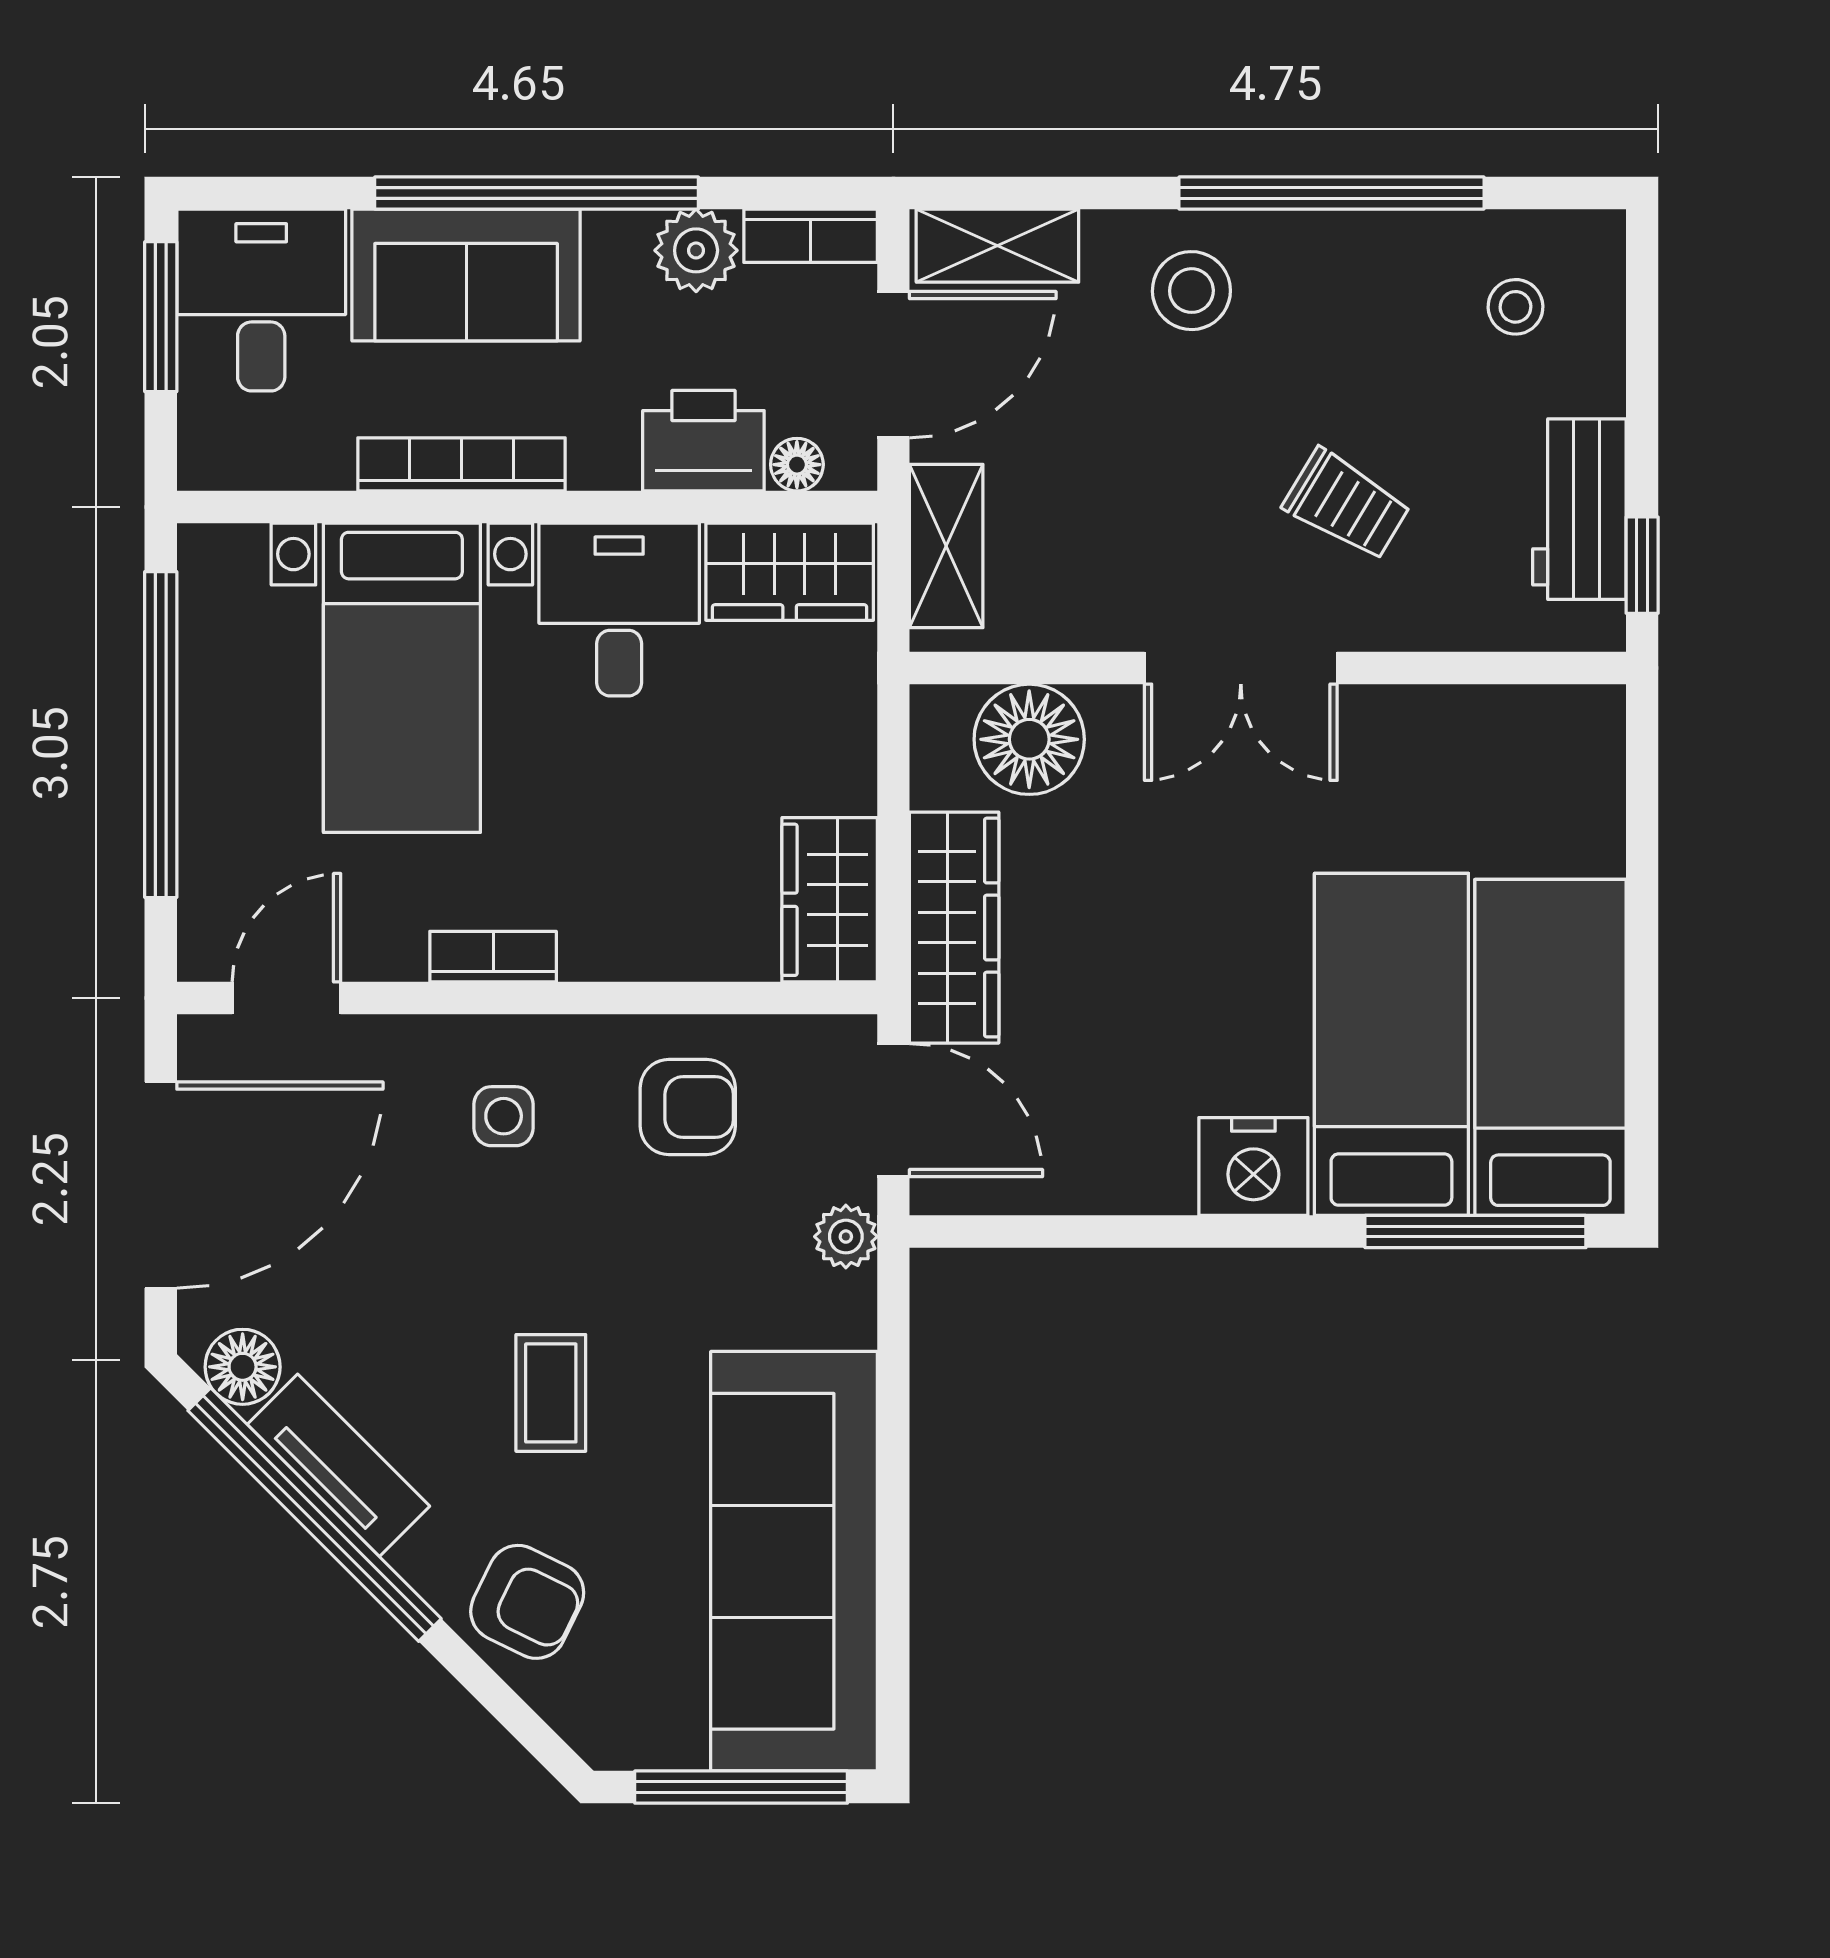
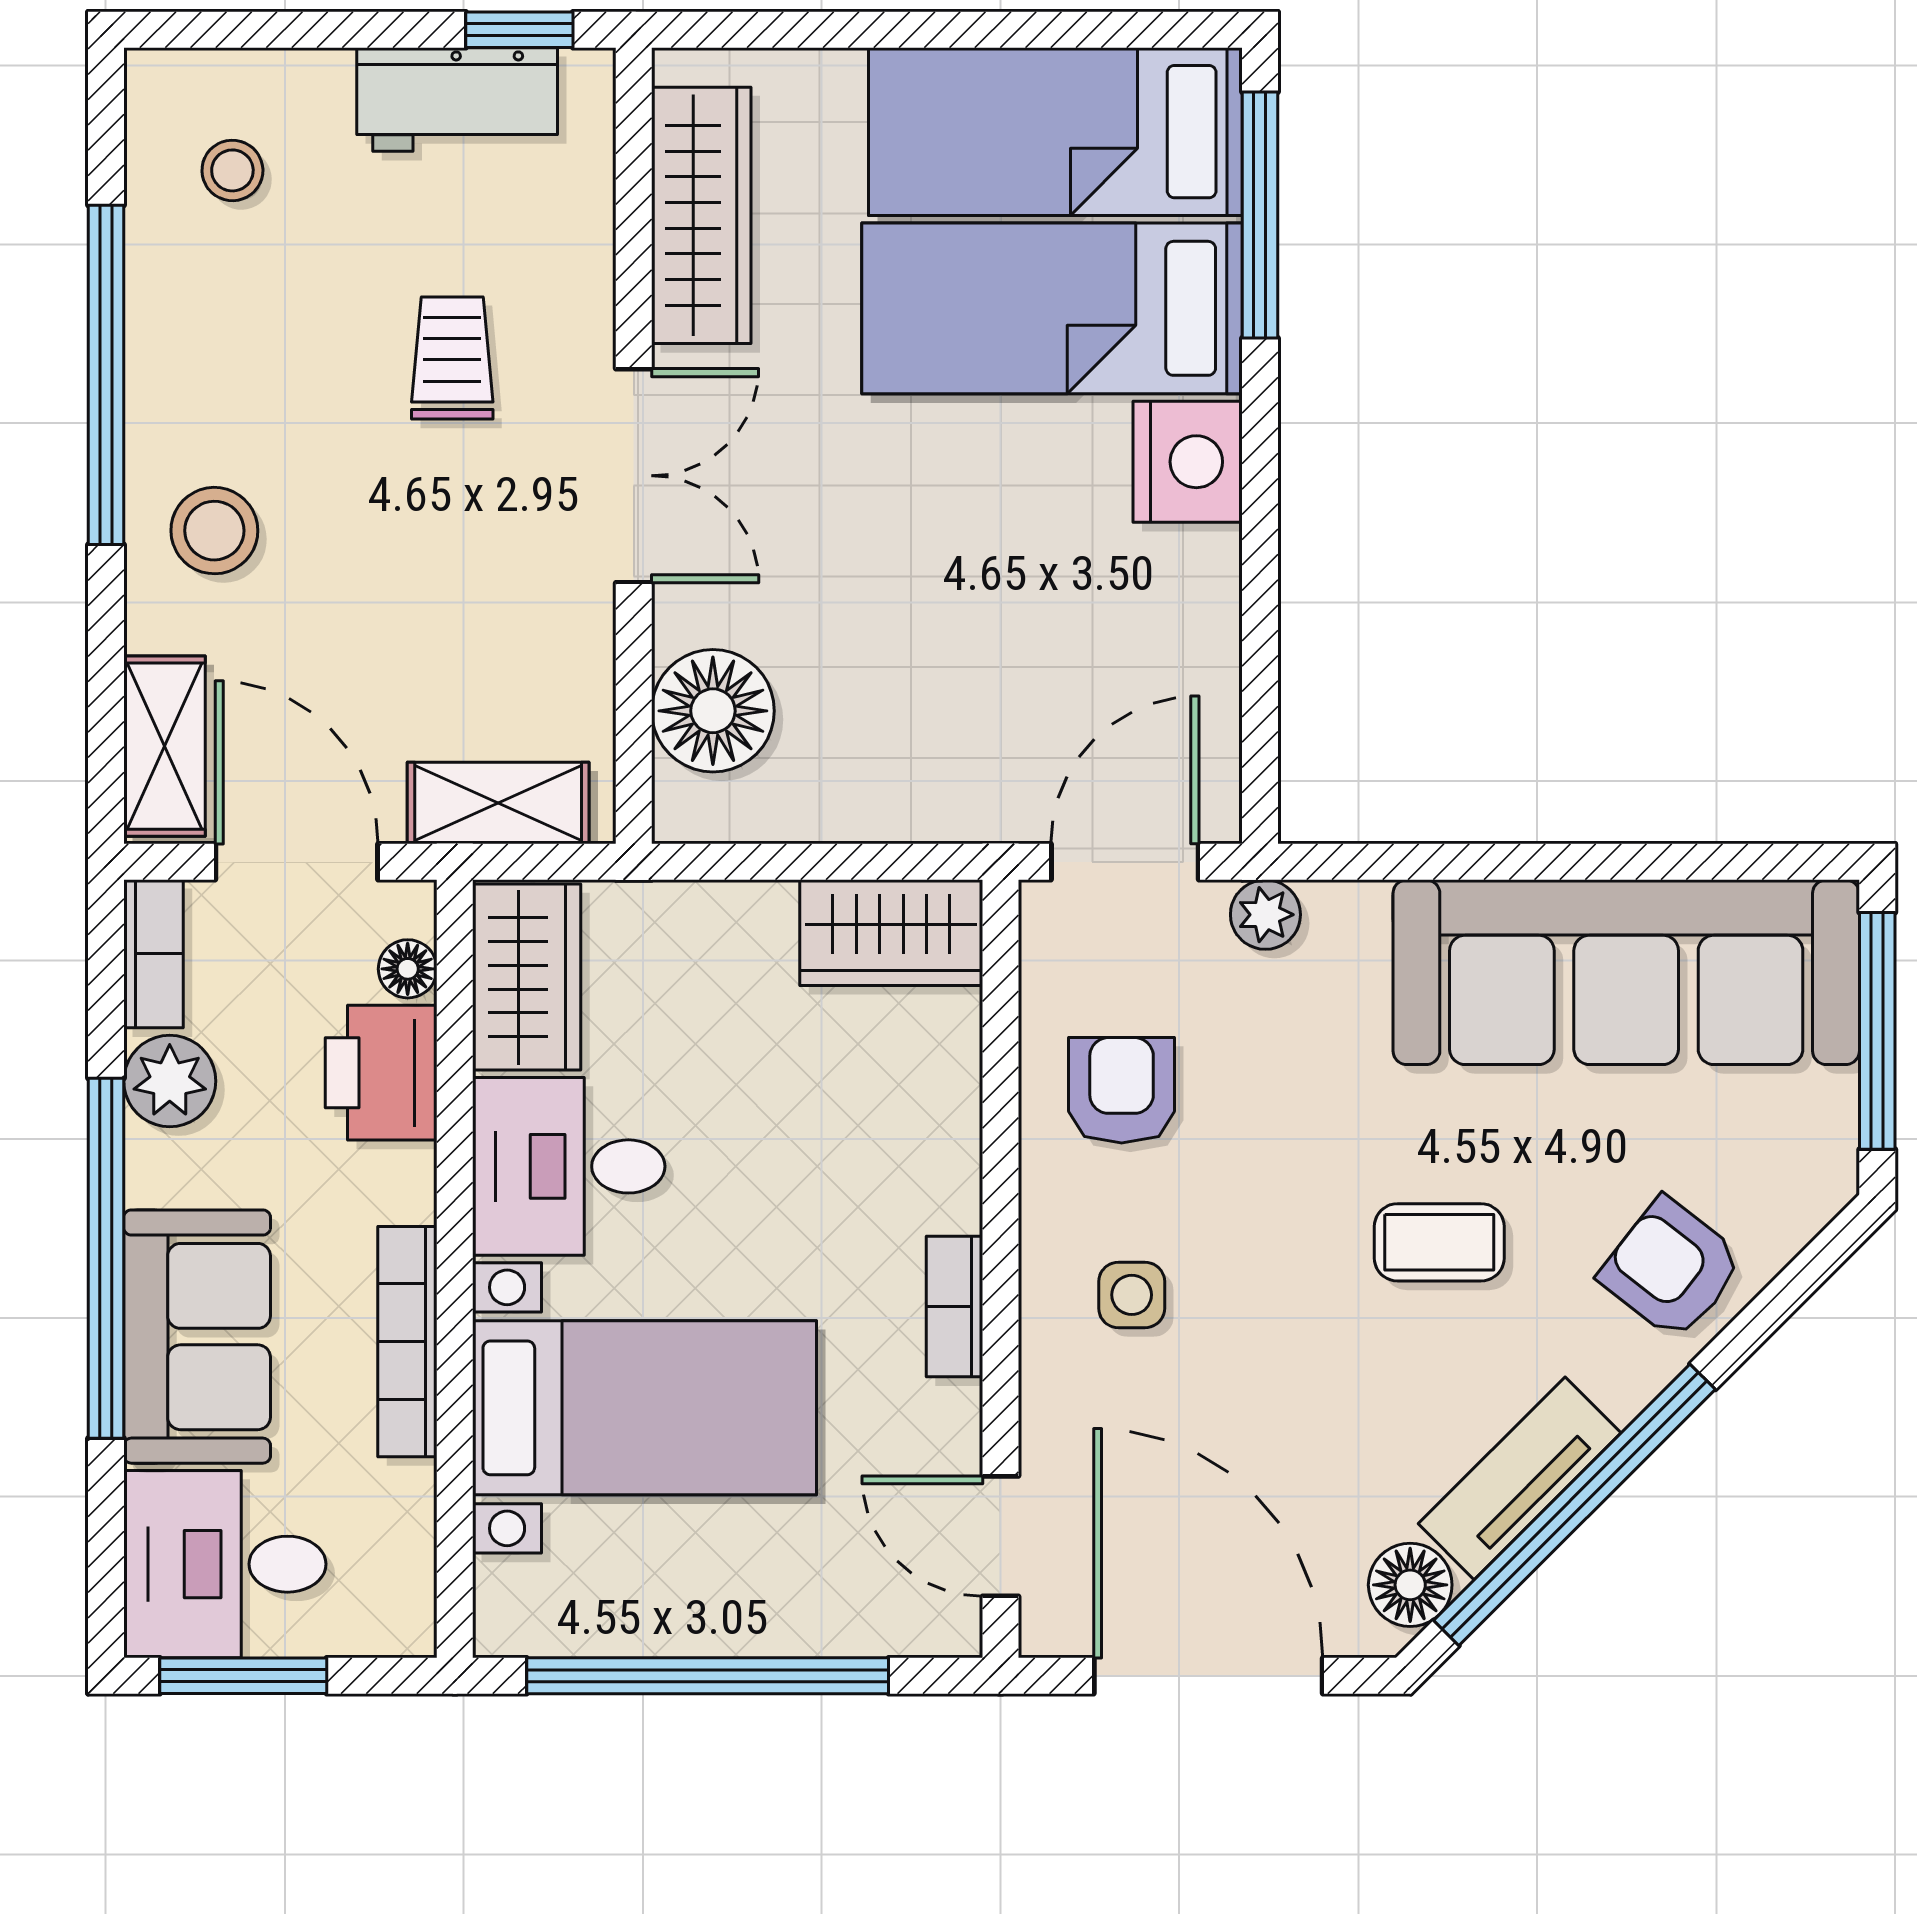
trolley: (1347, 505) -> (452, 358), turned -31
wardrobe: (954, 928) -> (701, 215), moved, turned 90
armchair: (527, 1602) -> (1671, 1269), turned -78

